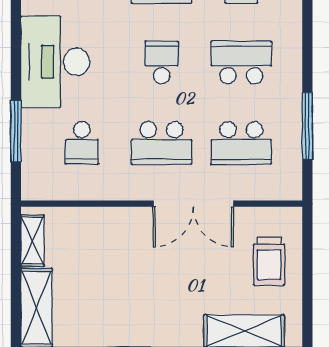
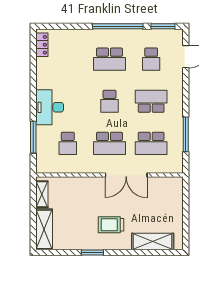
desk: (55, 62) -> (50, 107), width x0.73, depth x0.77
school desk: (162, 62) -> (109, 101), turned 180
trolley: (269, 261) -> (111, 225), moved, turned 90

